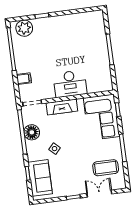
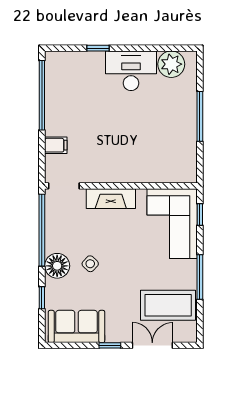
plant: (24, 28) -> (171, 64), moved
desk: (70, 84) -> (131, 71), moved, turned 180
floor lamp: (32, 132) -> (57, 266), moved
coffee table: (106, 168) -> (168, 305), width x1.36, depth x1.32
sofa: (40, 178) -> (77, 326), moved, turned -90

